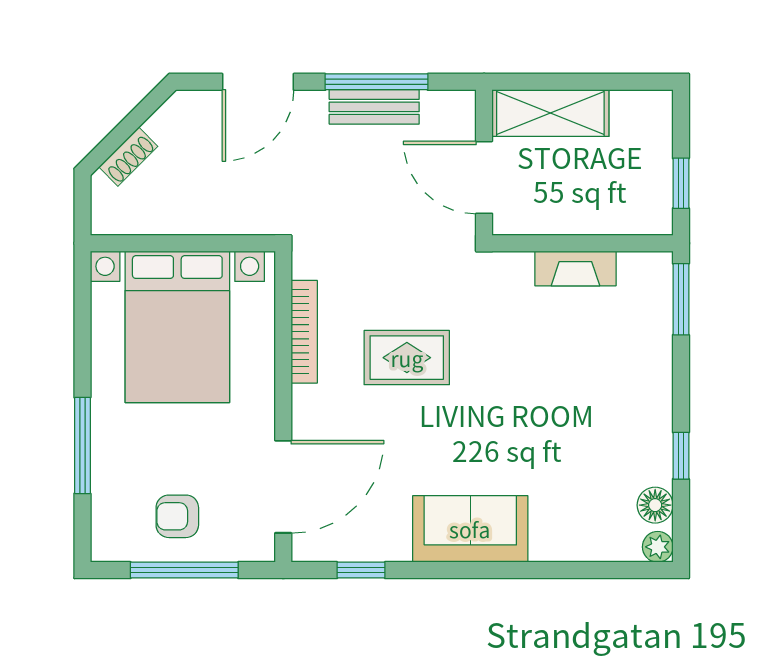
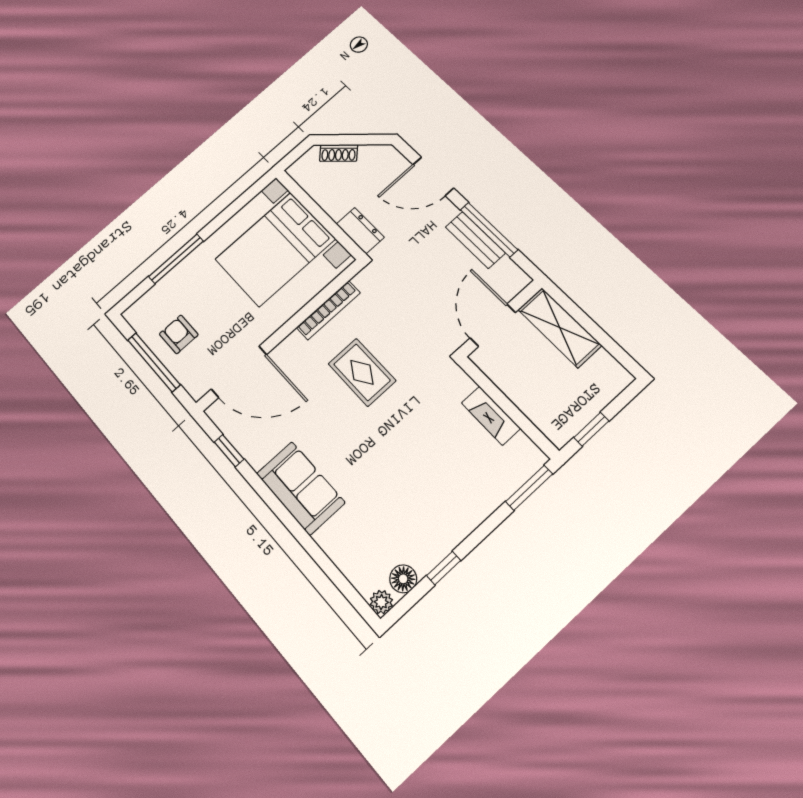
dresser: (245, 217) -> (360, 231), added

